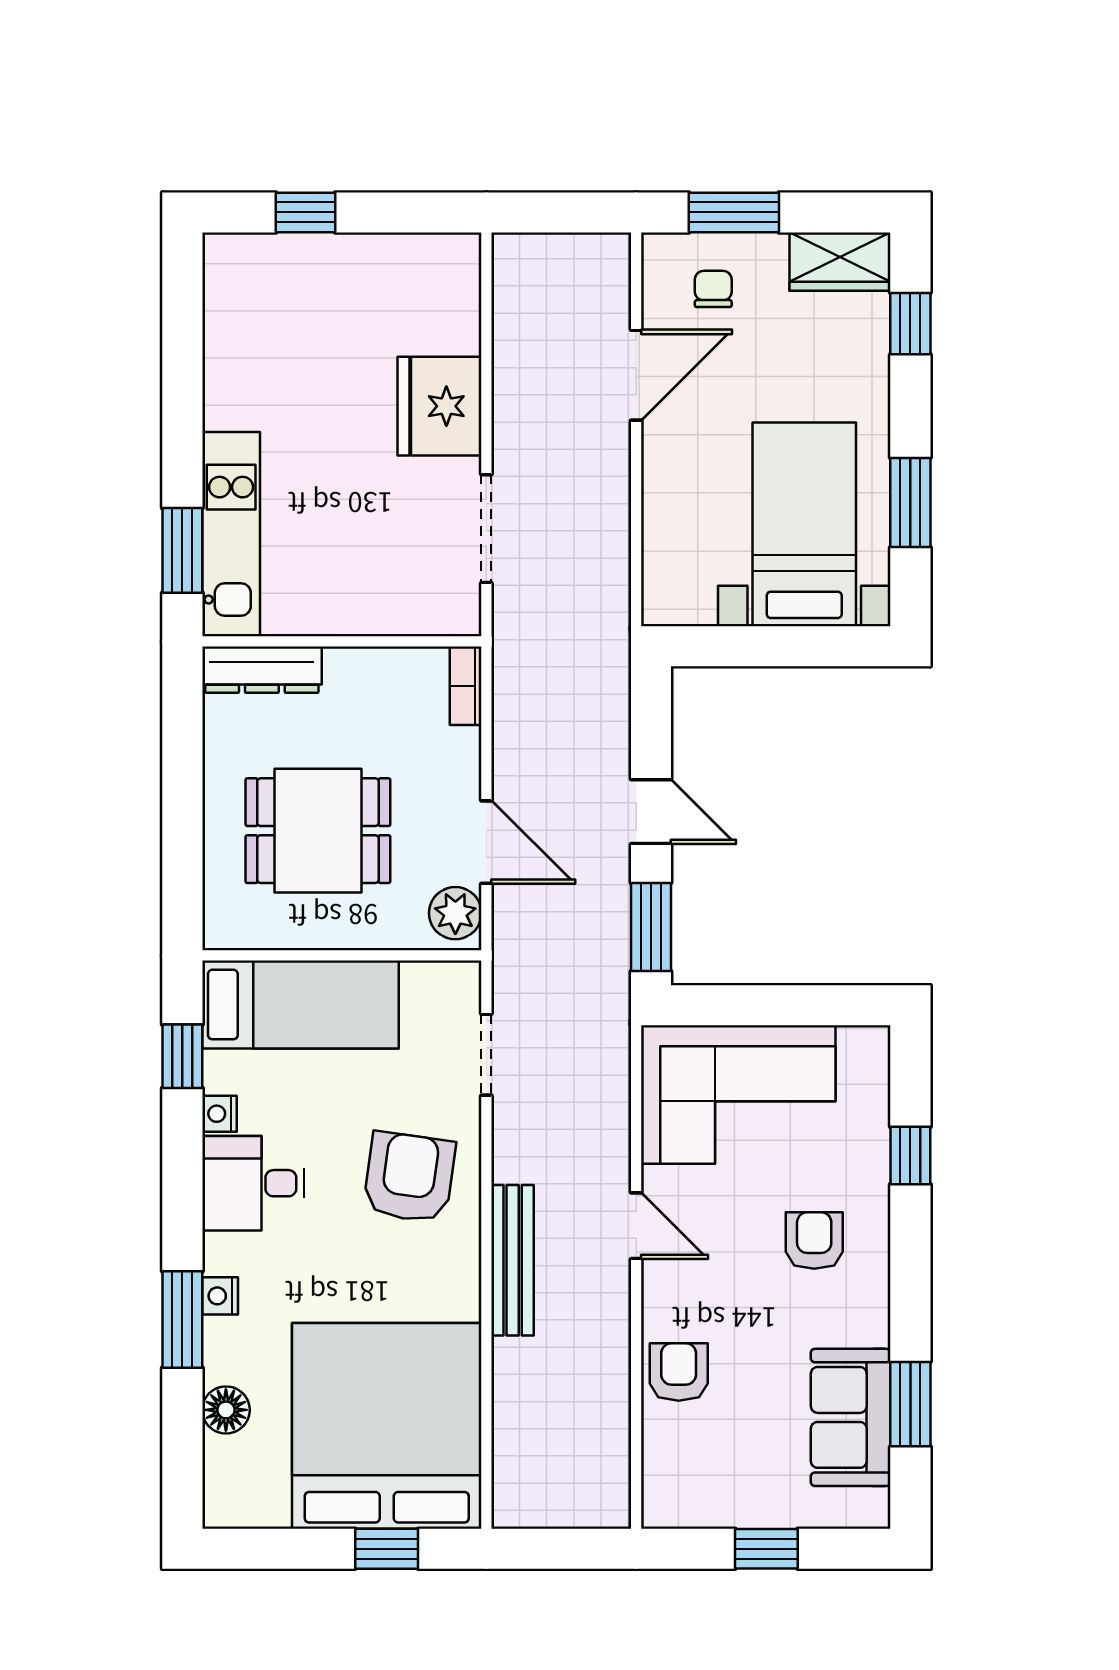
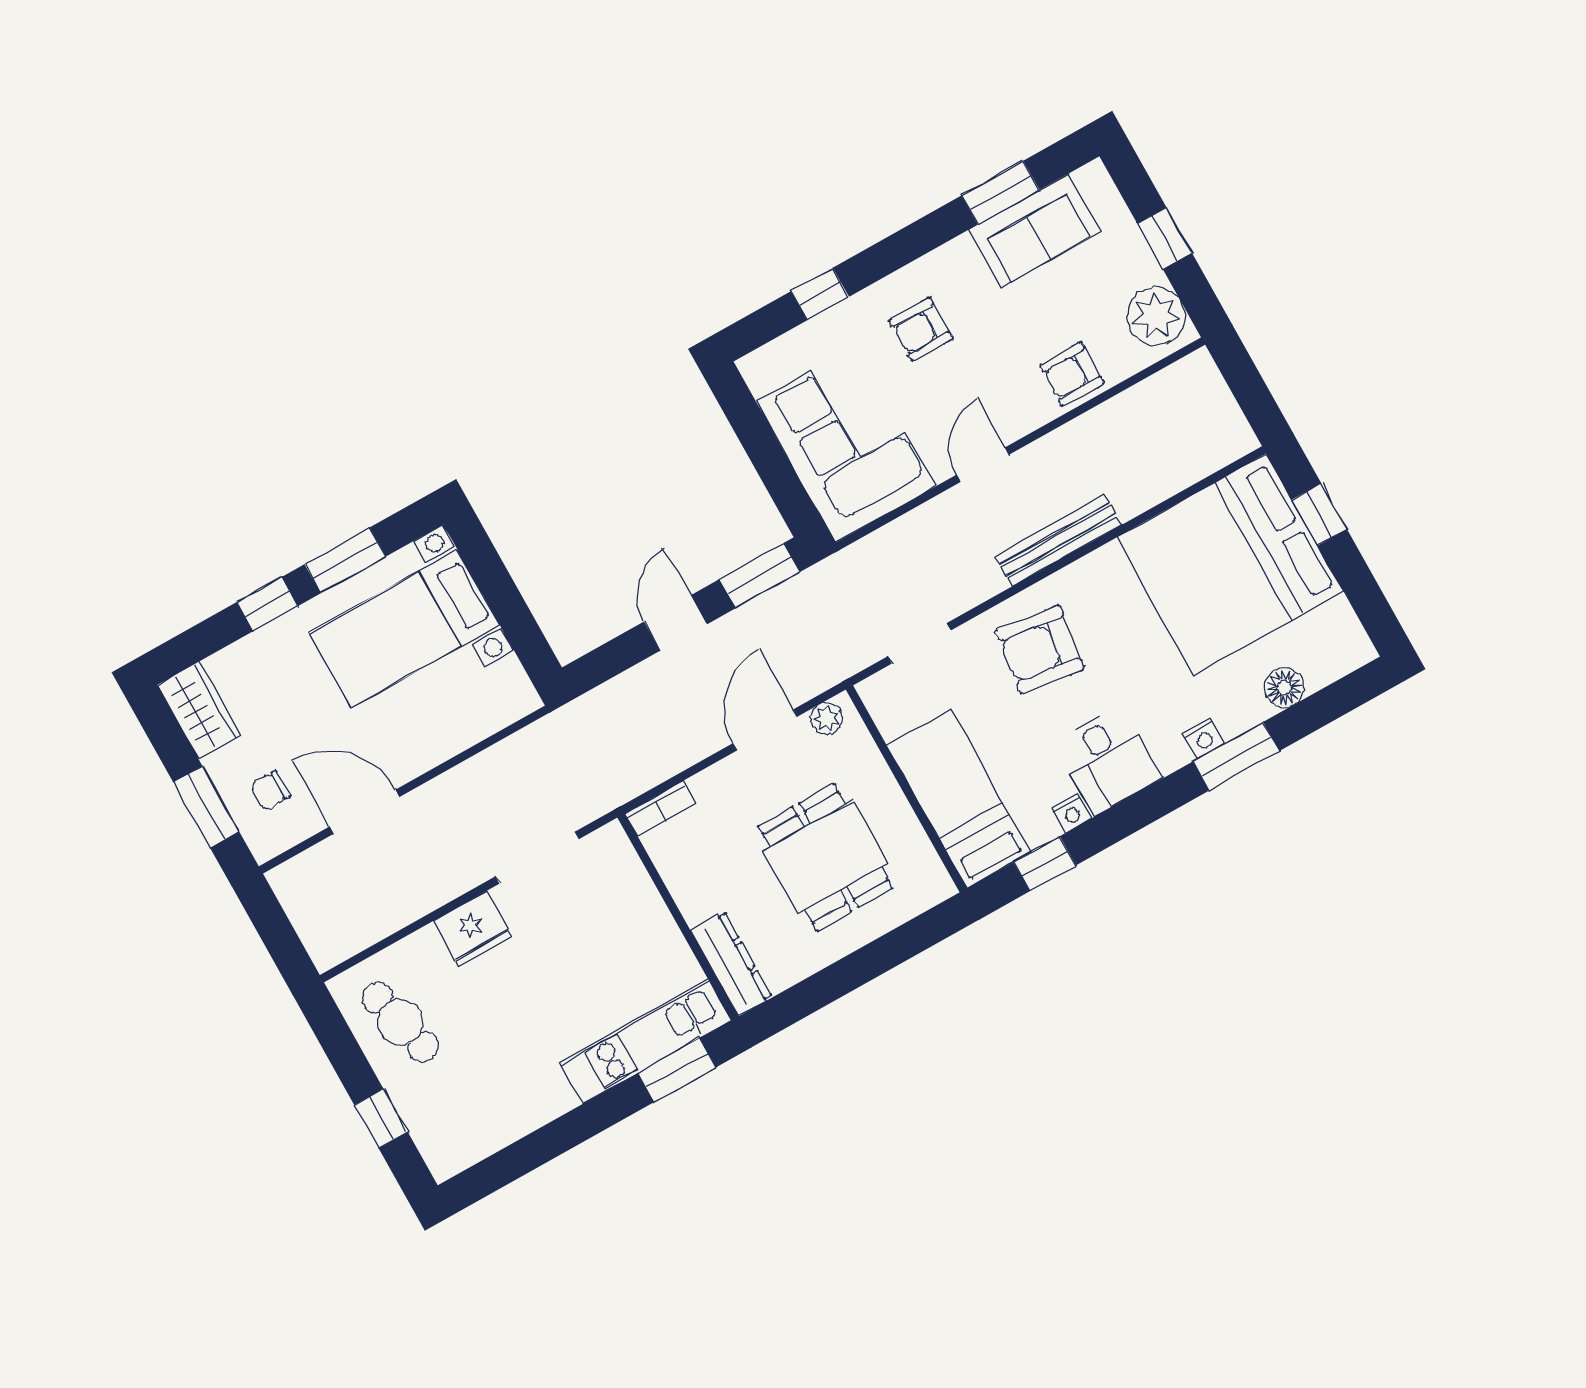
cafe table: (395, 289) -> (400, 1022), added
window: (910, 324) -> (267, 604), moved
fridge: (440, 406) -> (472, 929), width x0.73, depth x0.75
plant: (455, 913) -> (826, 718), width x0.73, depth x0.73
plant: (690, 1494) -> (1156, 316), added

